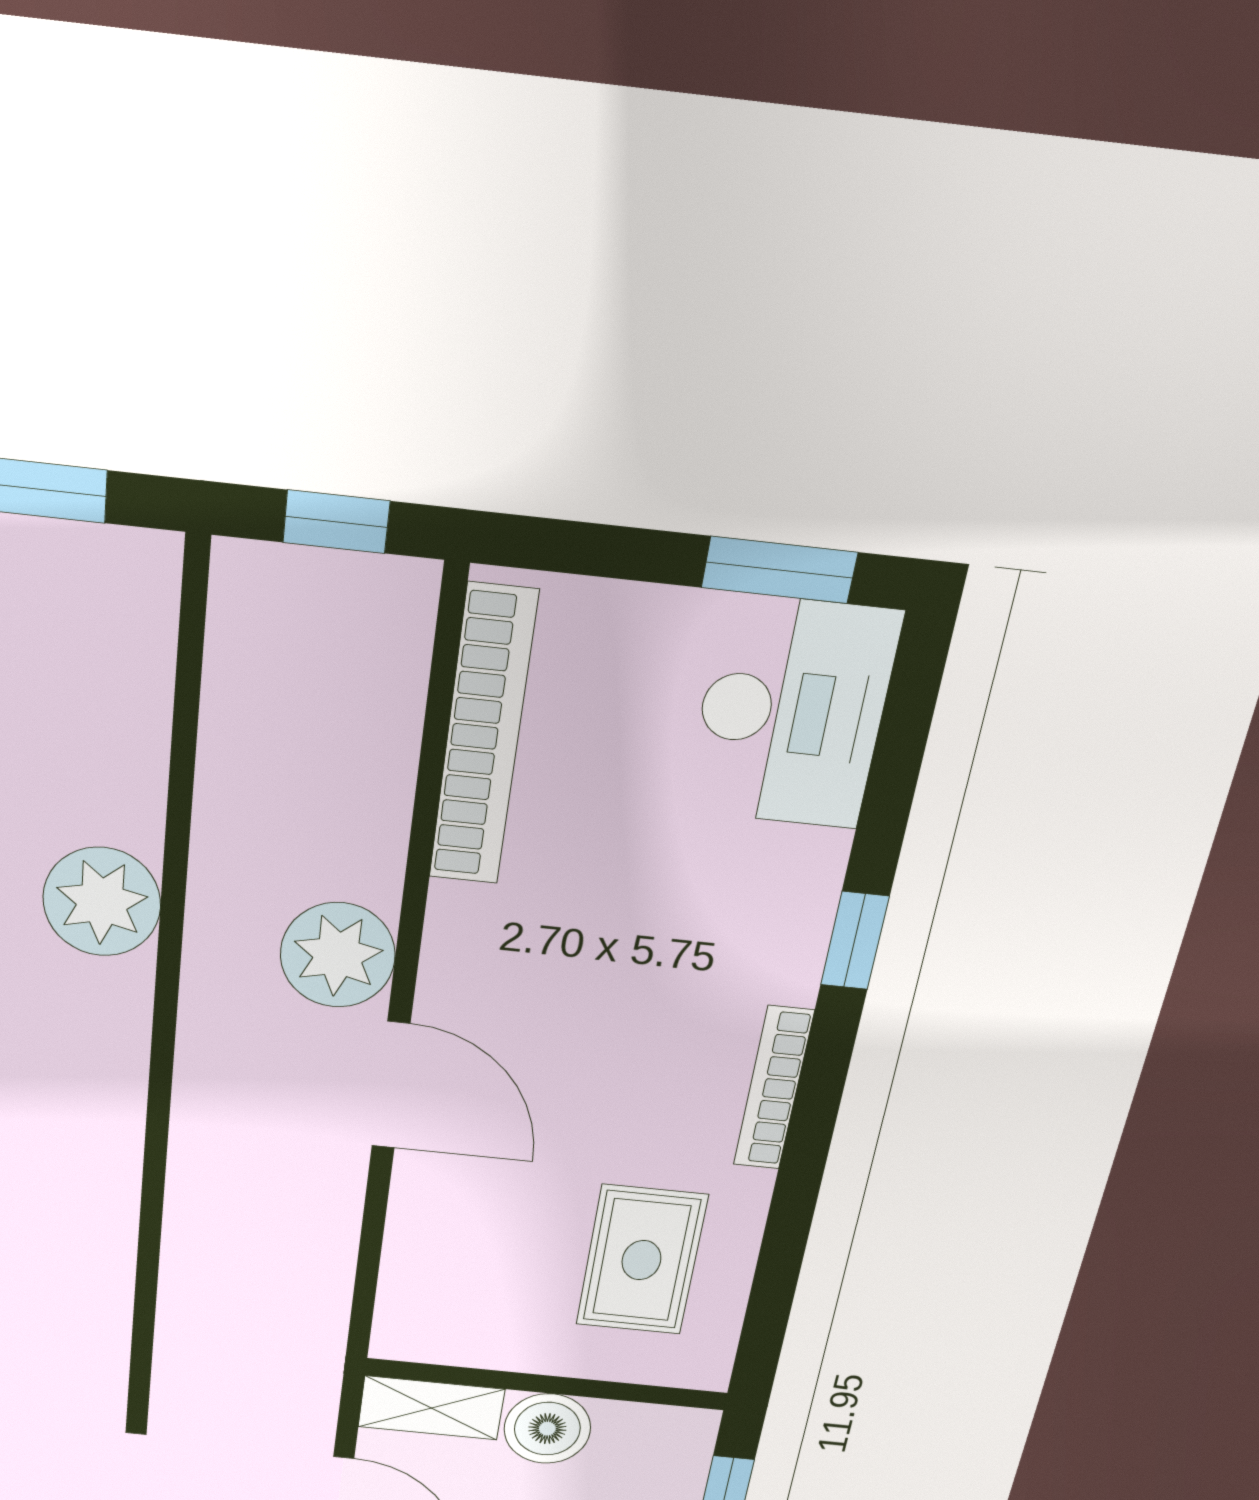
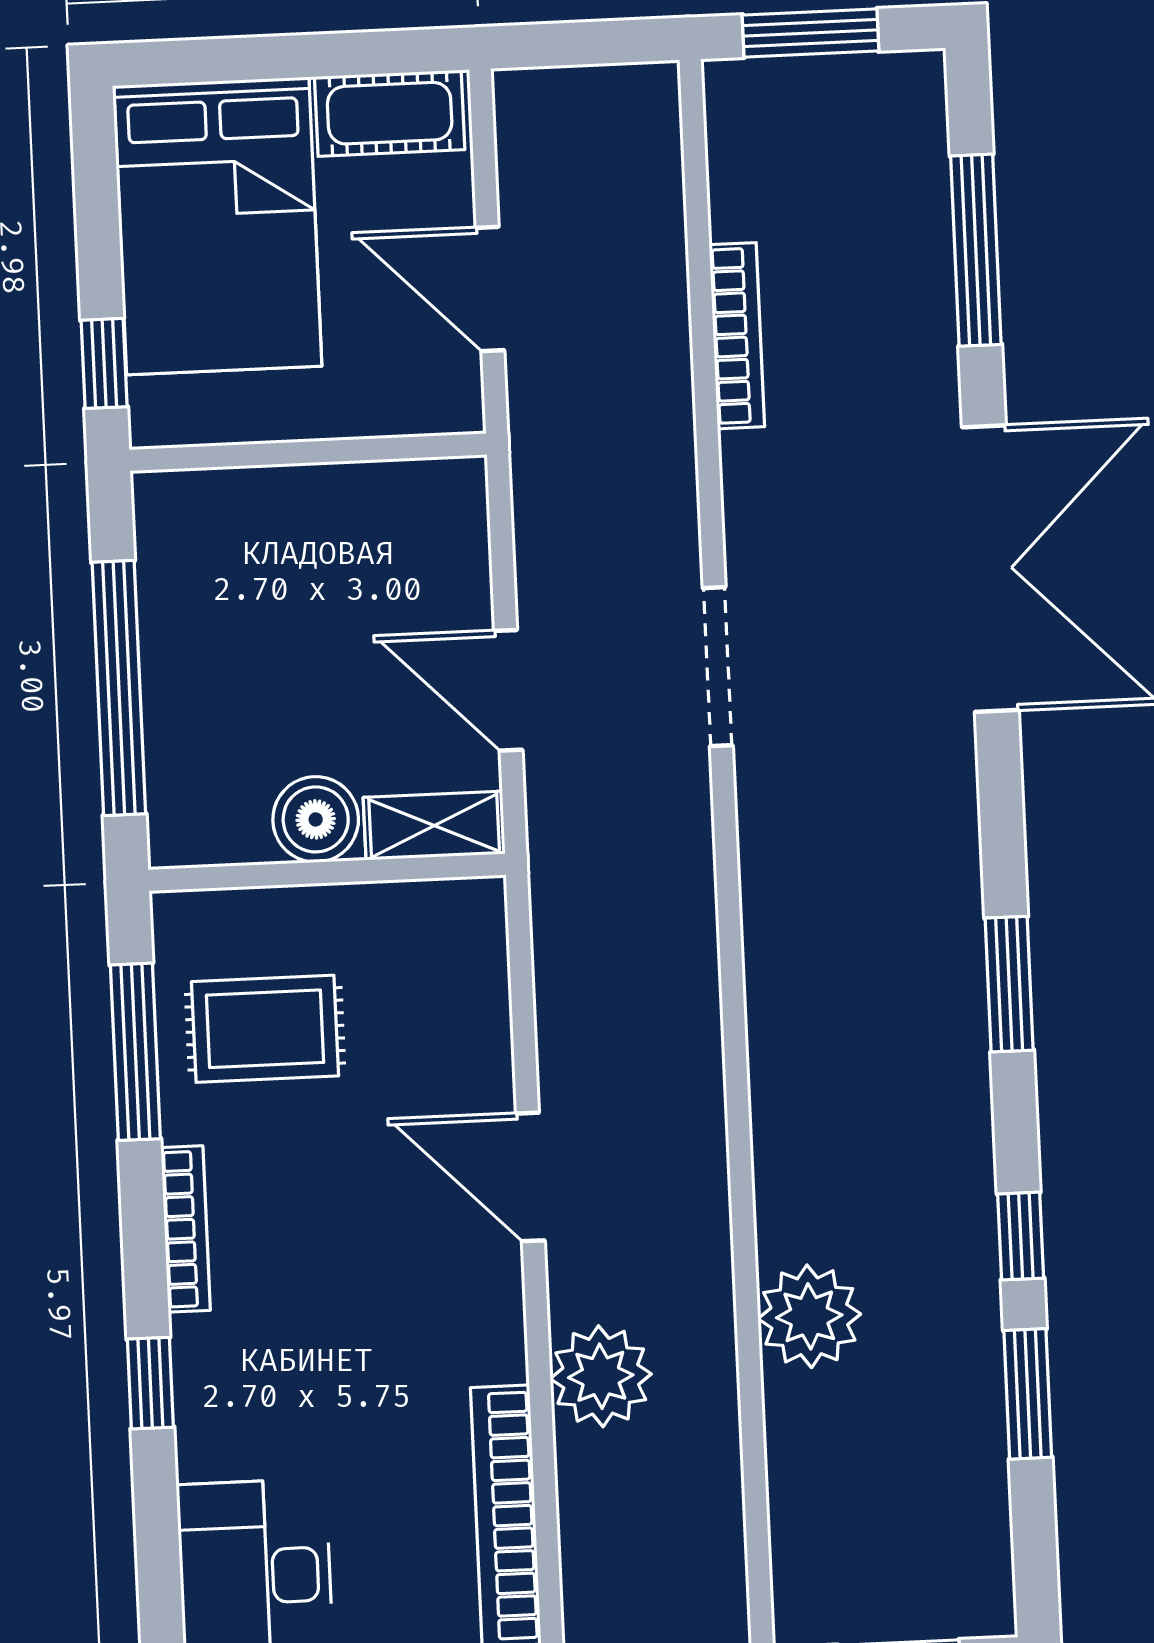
plant: (338, 955) -> (601, 1376), moved
window: (780, 1258) -> (135, 1052), added
rug: (641, 1260) -> (265, 1029), turned 90

